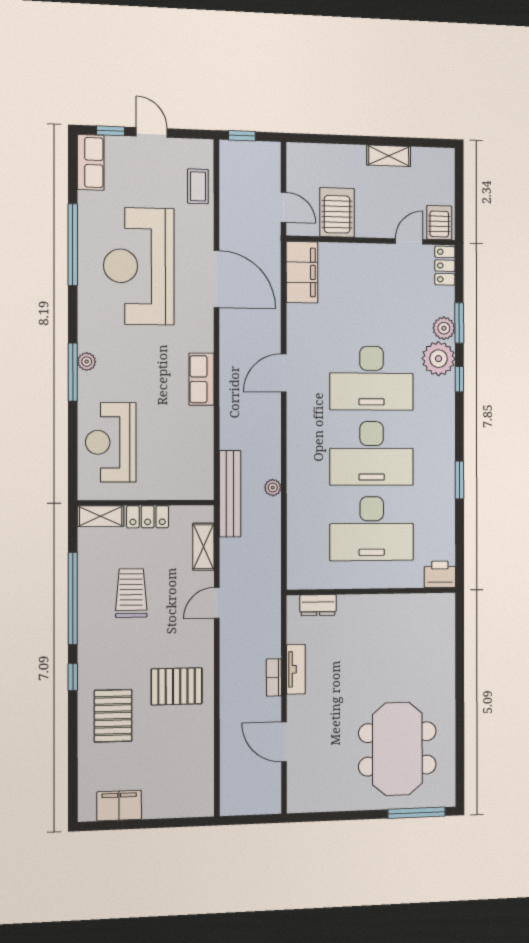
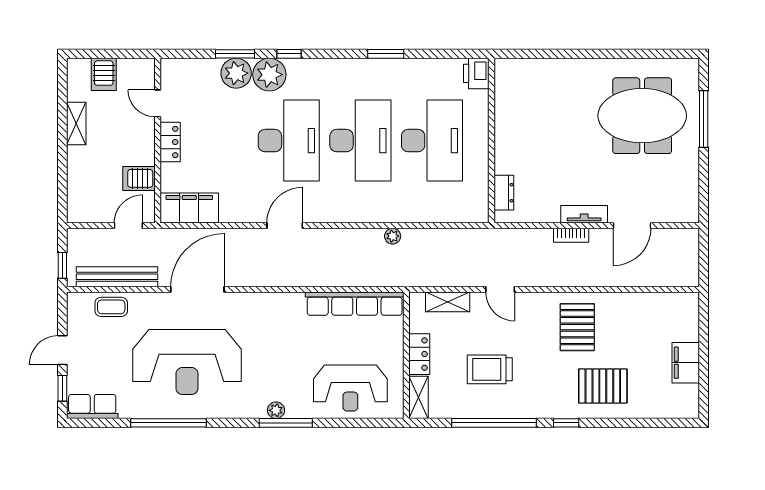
server rack: (337, 212) -> (139, 178), width x0.73, depth x0.70
server rack: (439, 223) -> (104, 74), moved, turned -90
locker: (445, 266) -> (170, 142), moved, turned -90
plant: (444, 328) -> (236, 73), width x1.36, depth x1.36
door: (284, 373) -> (285, 226), swing flipped
row of seats: (201, 379) -> (355, 304), moved, width x2.02
bench: (230, 494) -> (117, 277), moved
tv unit: (296, 669) -> (584, 214), moved
filing cabinet: (119, 806) -> (686, 363), moved
window: (417, 813) -> (704, 119), moved

